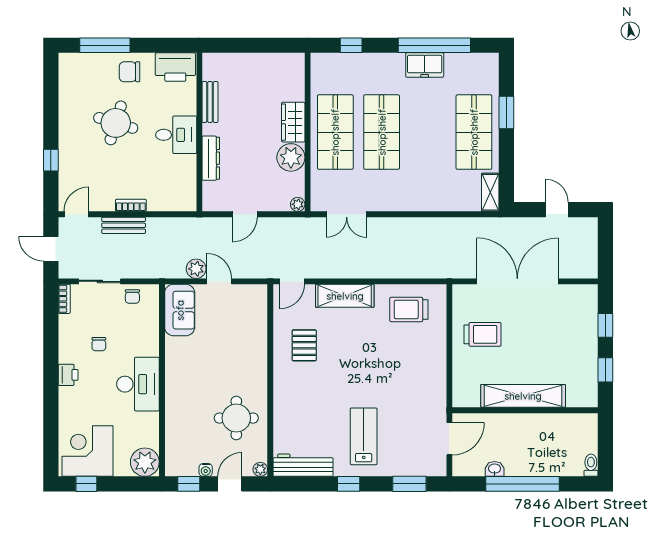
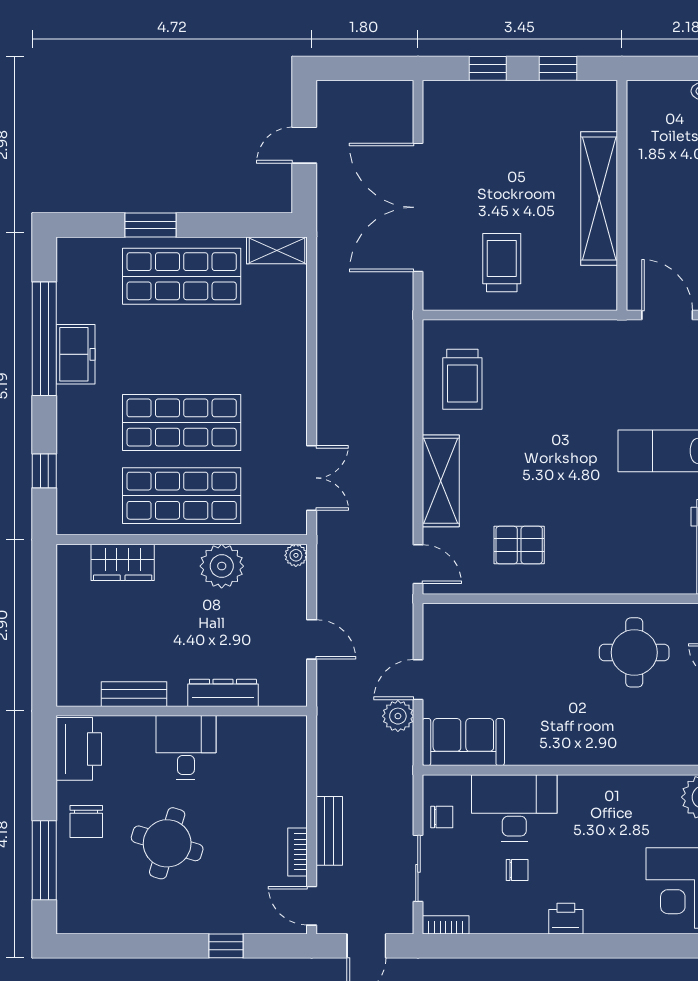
wardrobe: (293, 122) -> (123, 562), moved
bookcase: (131, 205) -> (298, 852), moved
desk: (138, 384) -> (514, 808), moved

